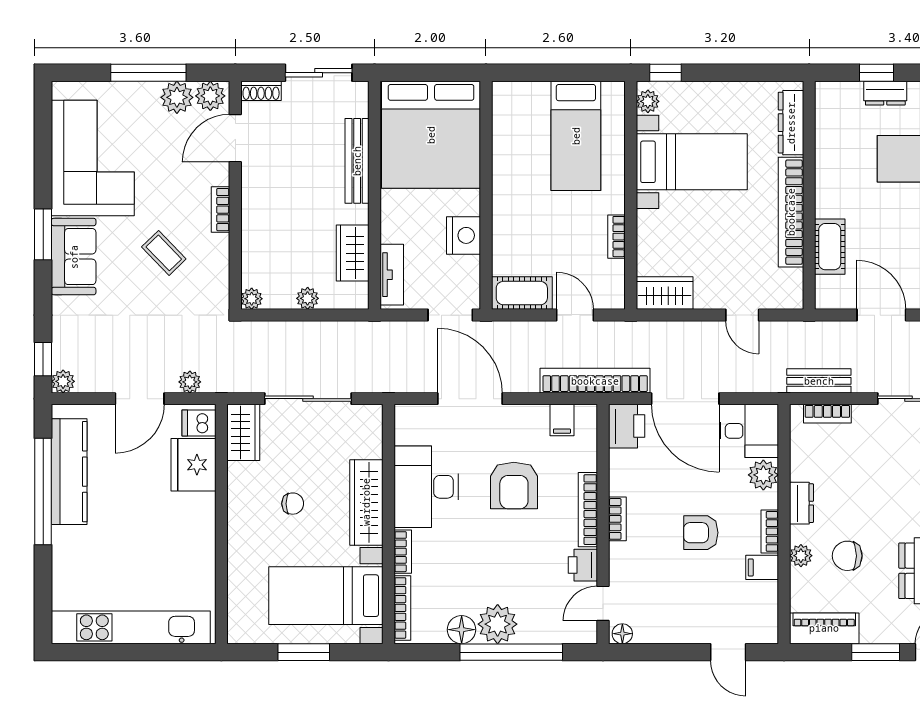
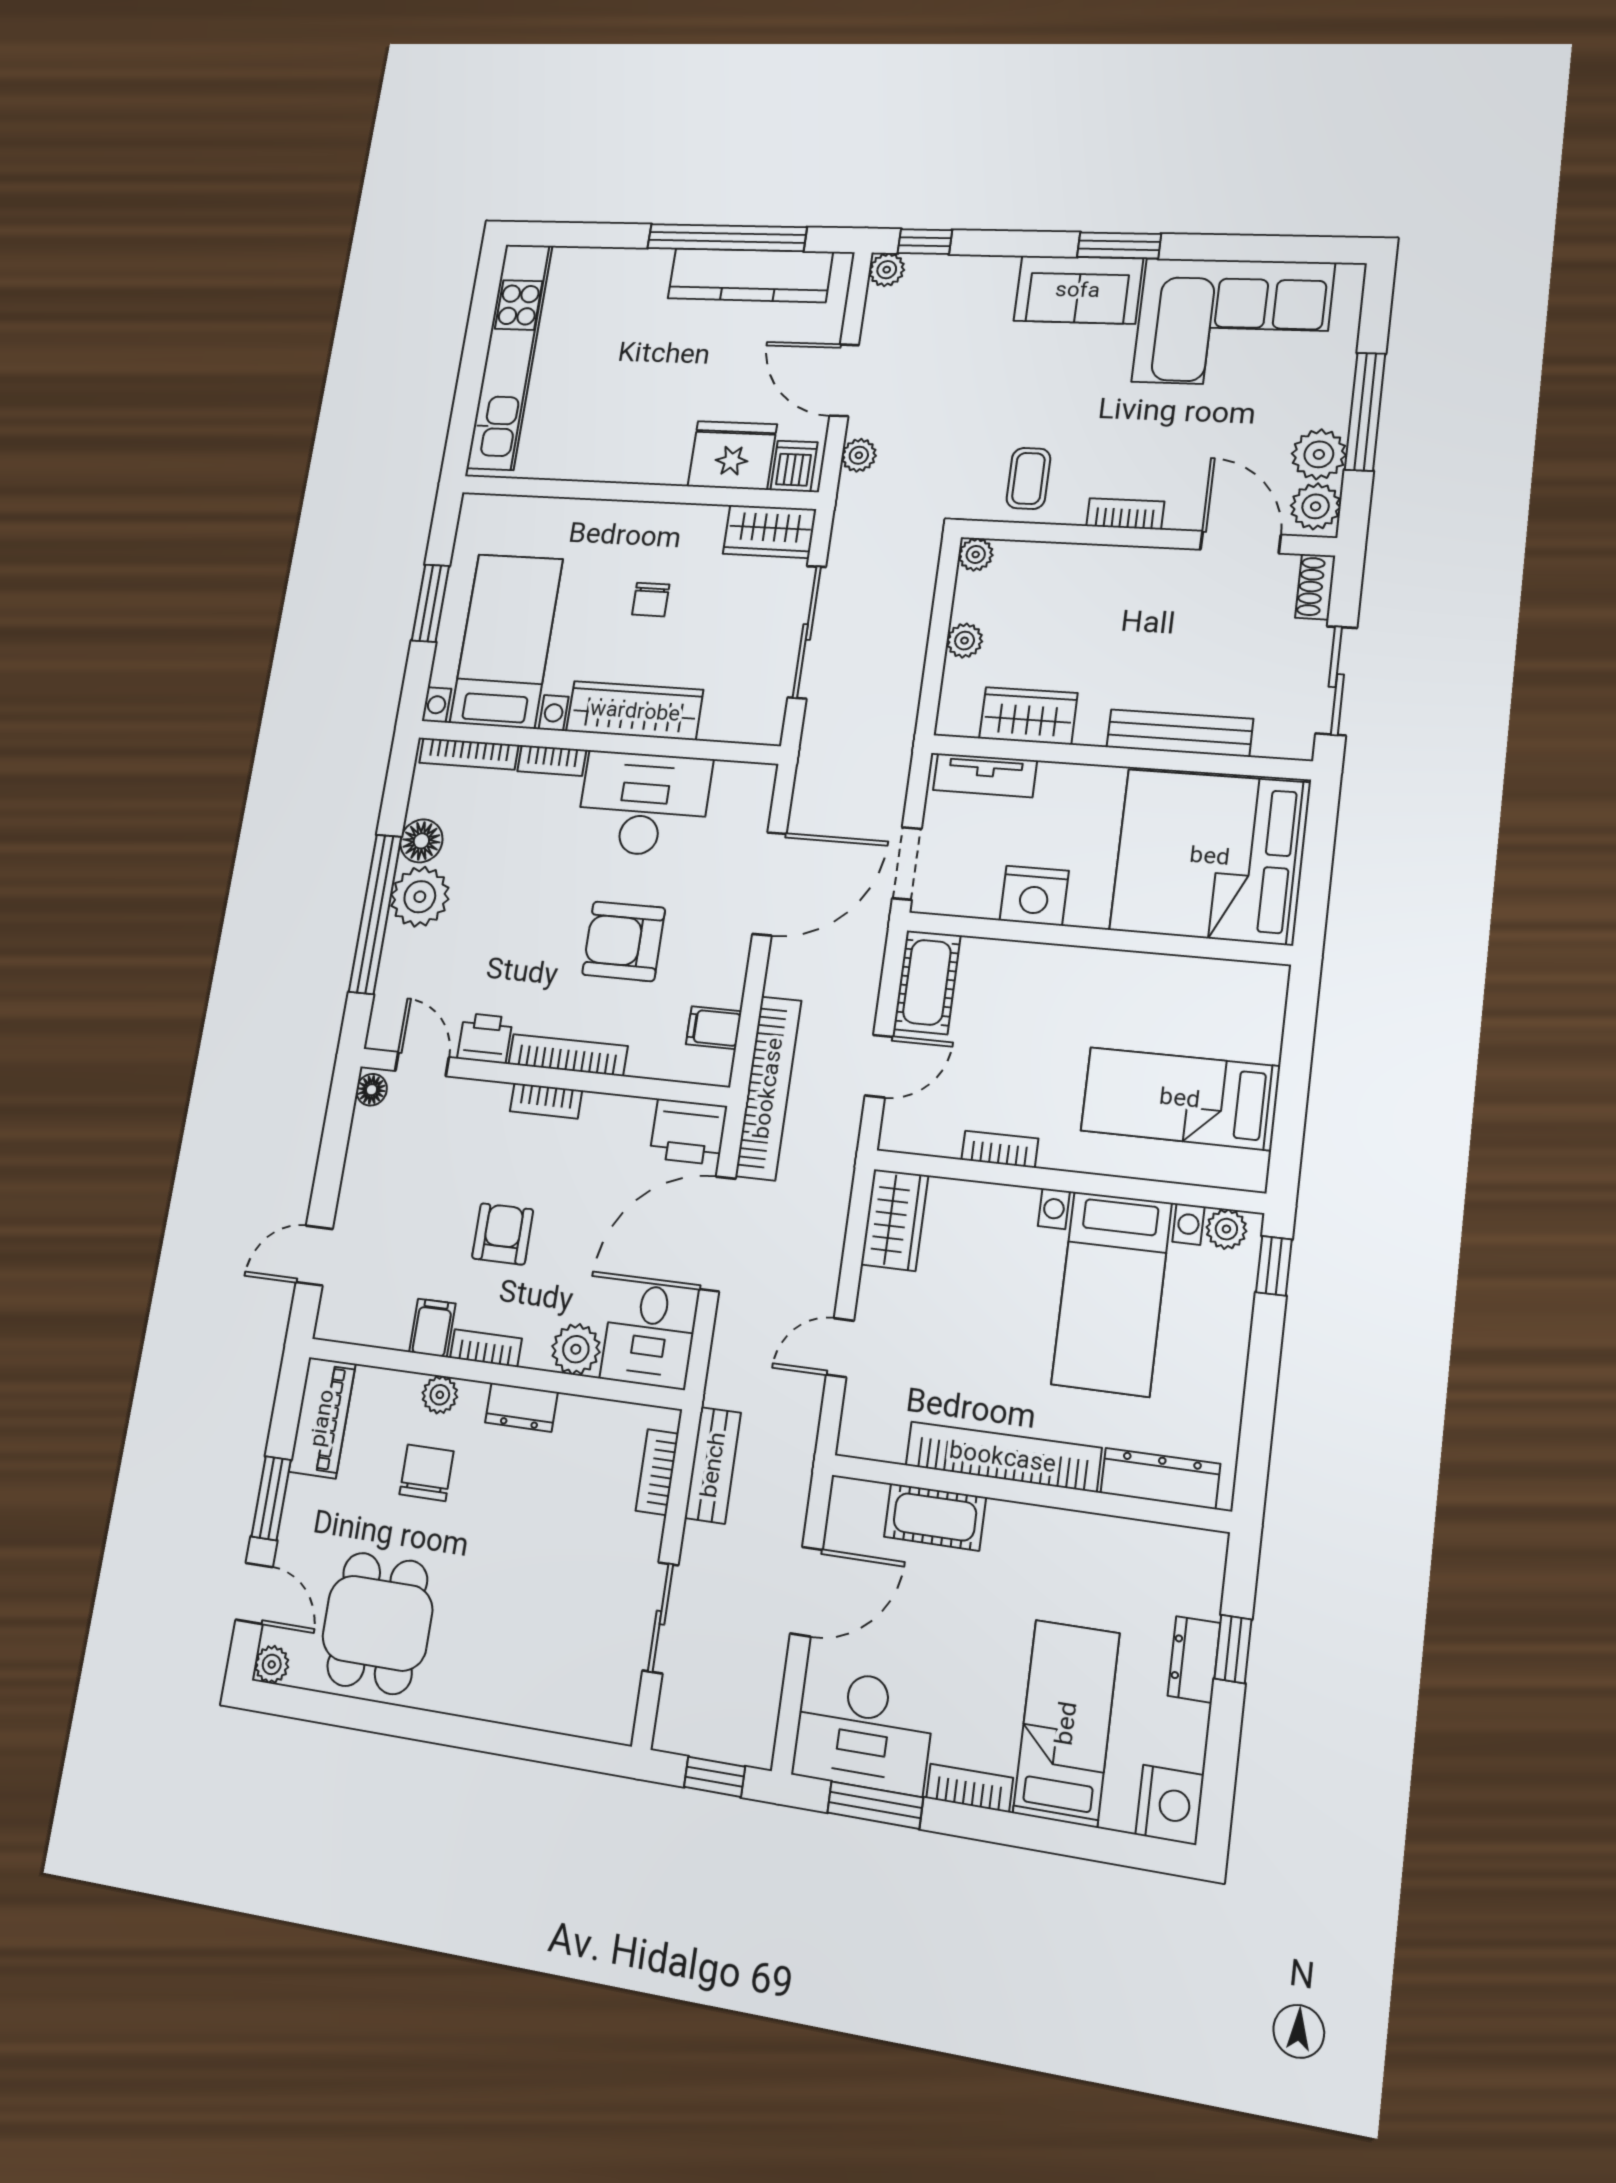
coffee table: (164, 253) -> (1028, 478), moved, turned -46

